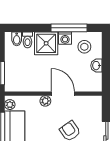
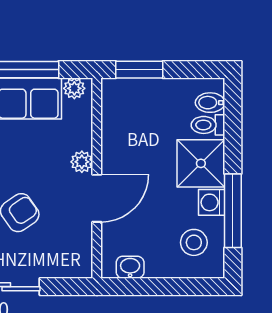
washbasin: (96, 66) -> (130, 267), moved

